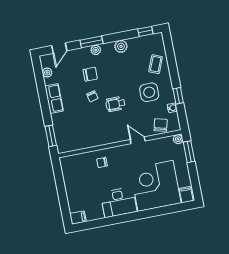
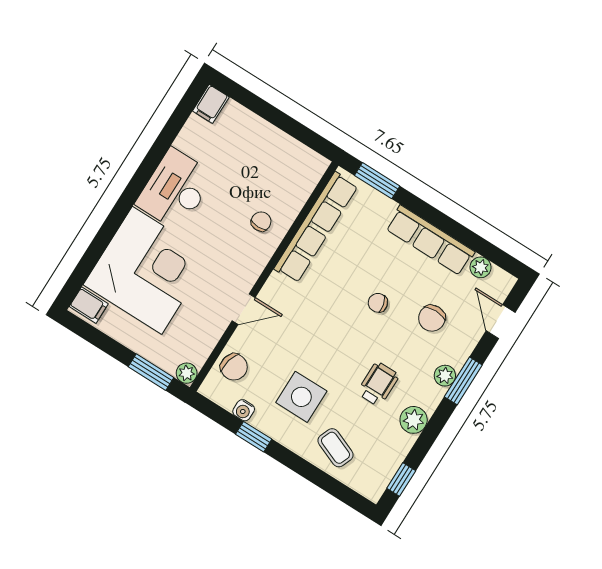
chair: (90, 74) -> (432, 318), moved
row of seats: (54, 98) -> (430, 240), width x1.48
wheelchair: (115, 104) -> (378, 384), moved
row of seats: (86, 142) -> (316, 227), added

